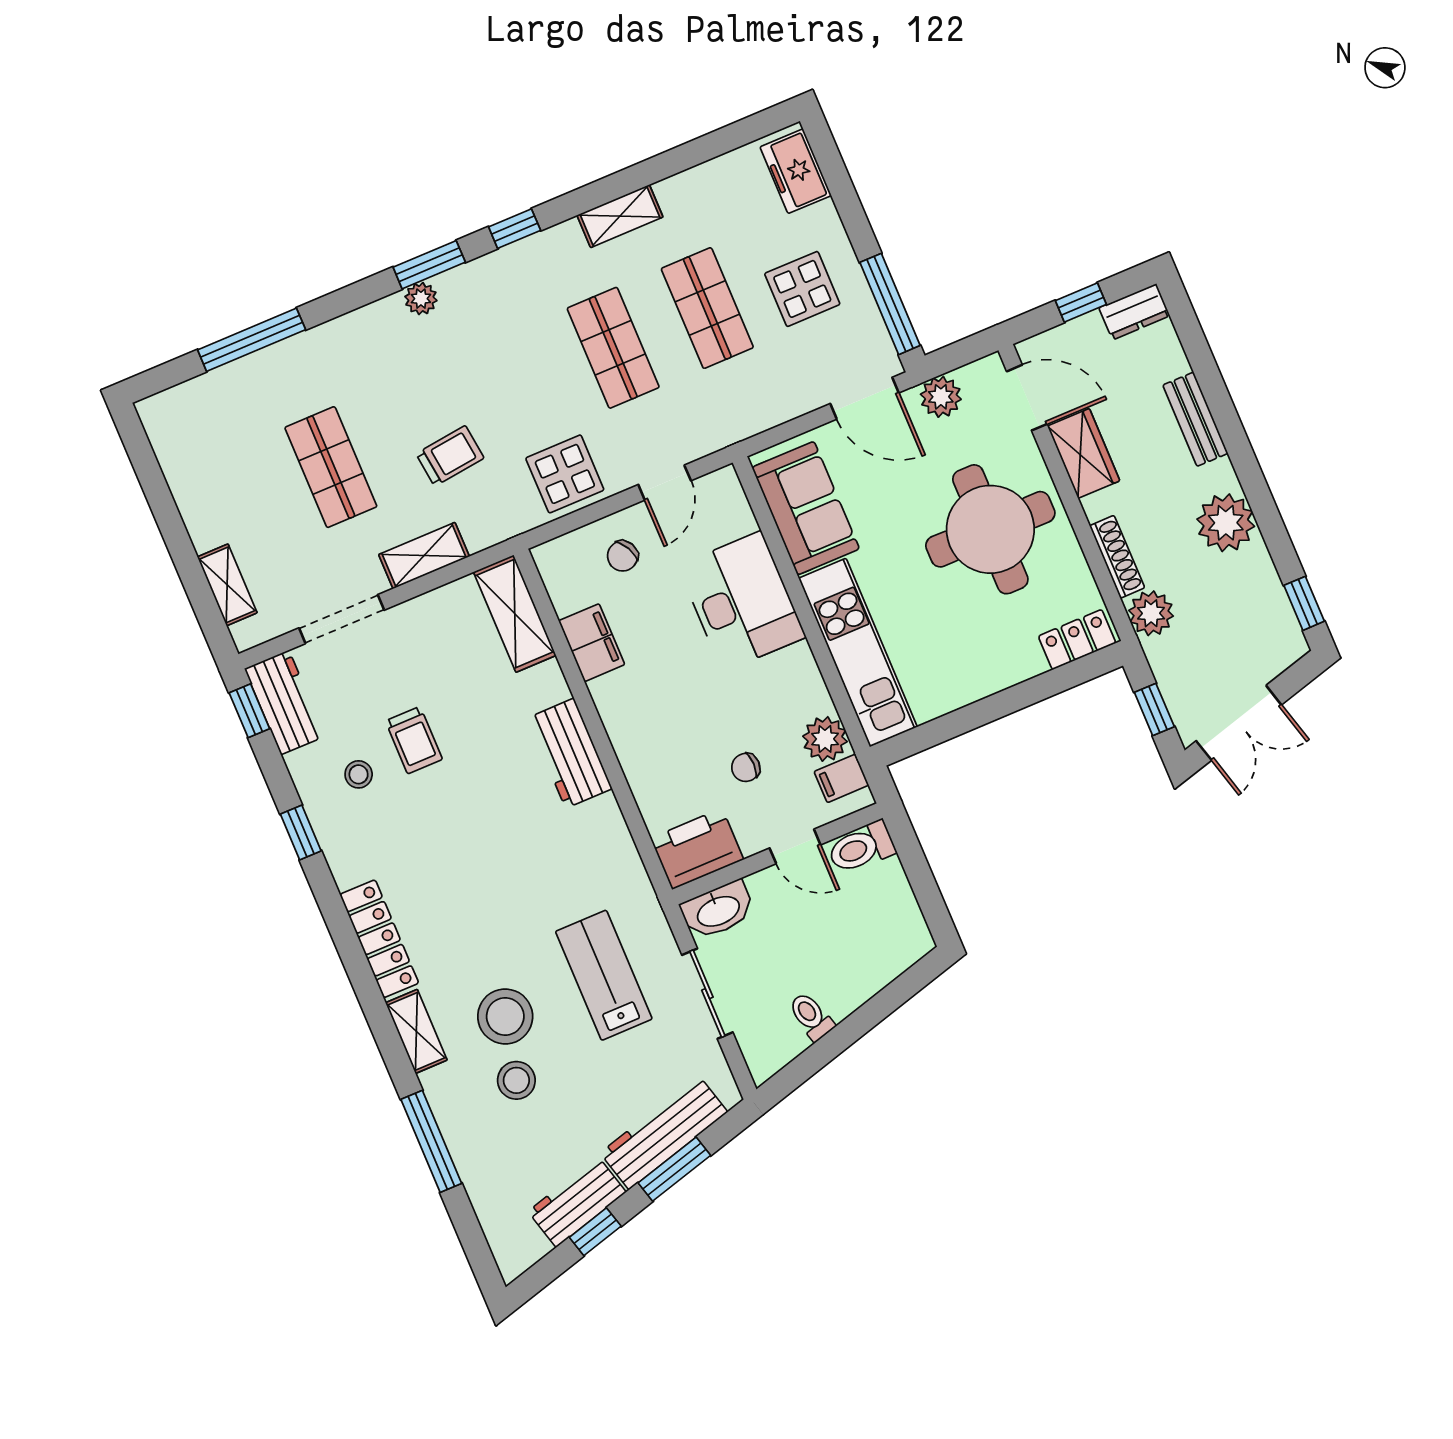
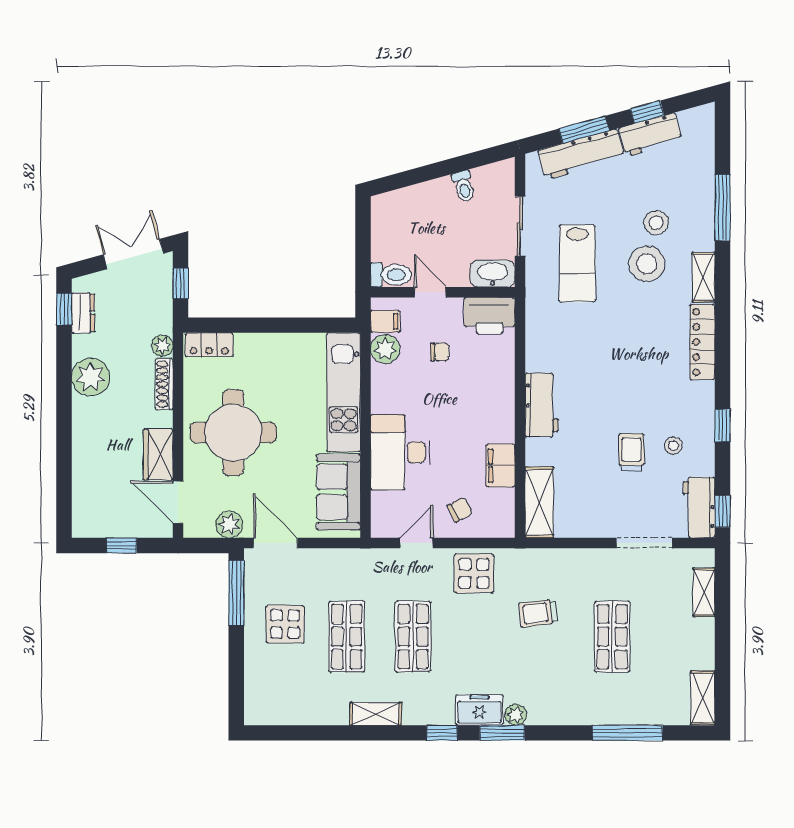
freezer: (796, 171) -> (480, 710), moved, turned -90
dresser: (1134, 312) -> (83, 313), moved, turned 90
bench: (1195, 419) -> (83, 447), removed
shelving: (424, 556) -> (703, 698), moved, turned 90
plant: (1151, 613) -> (162, 346), width x0.73, depth x0.73

